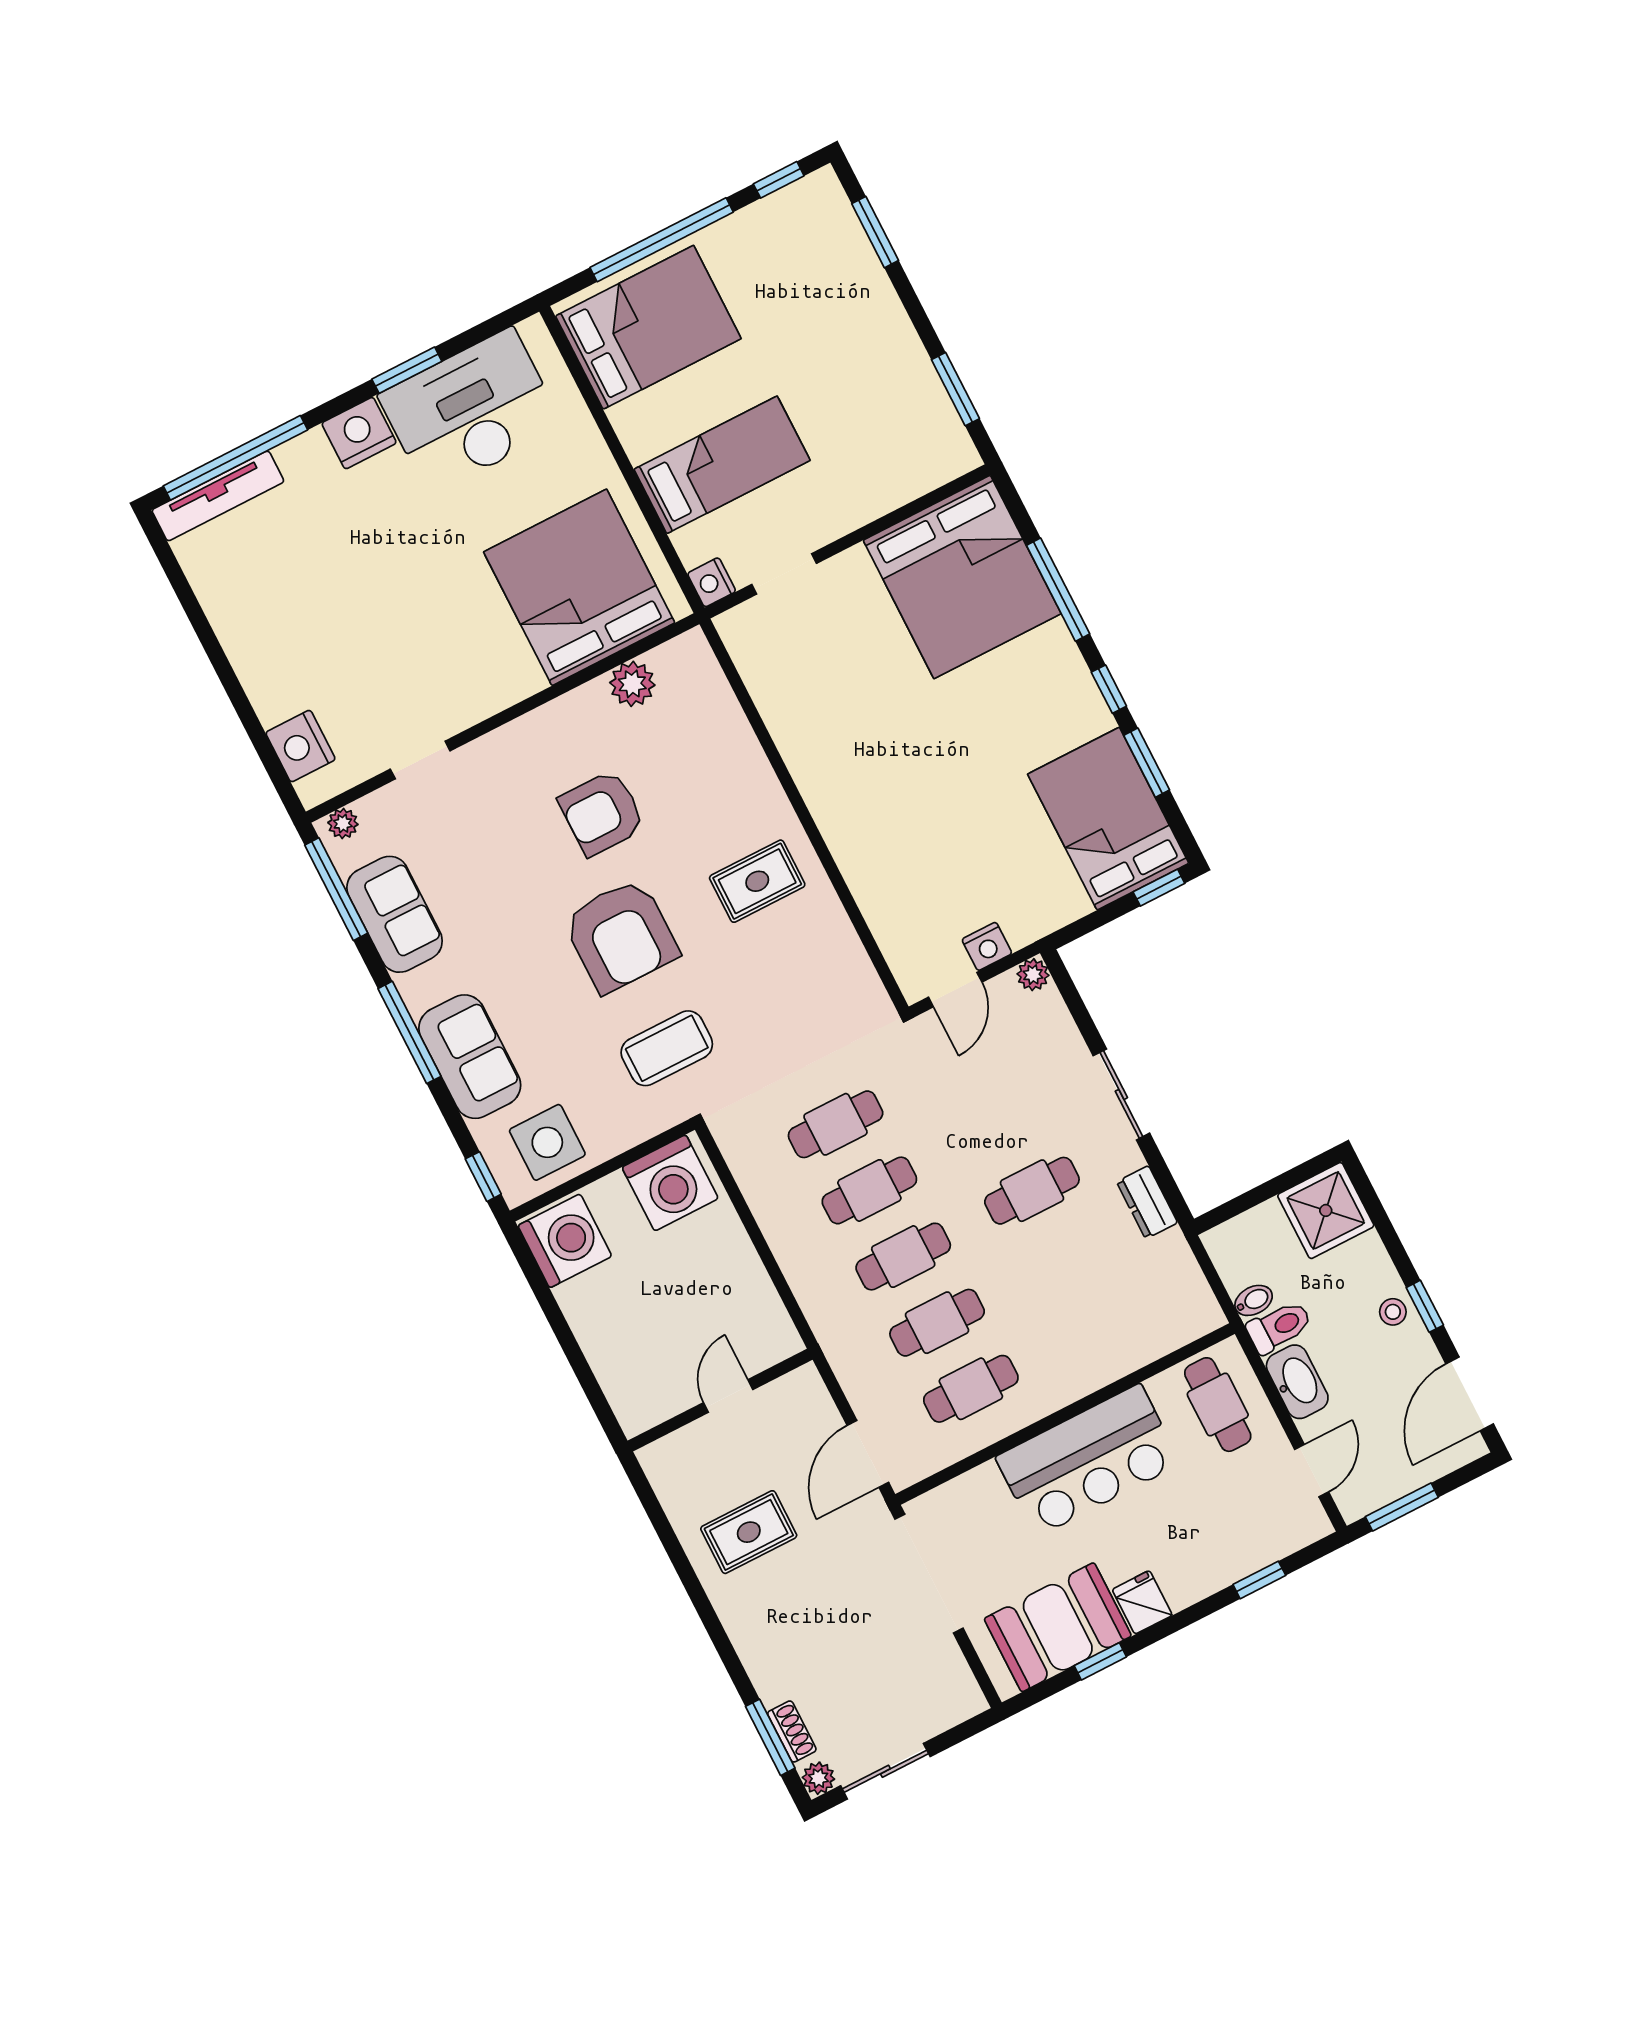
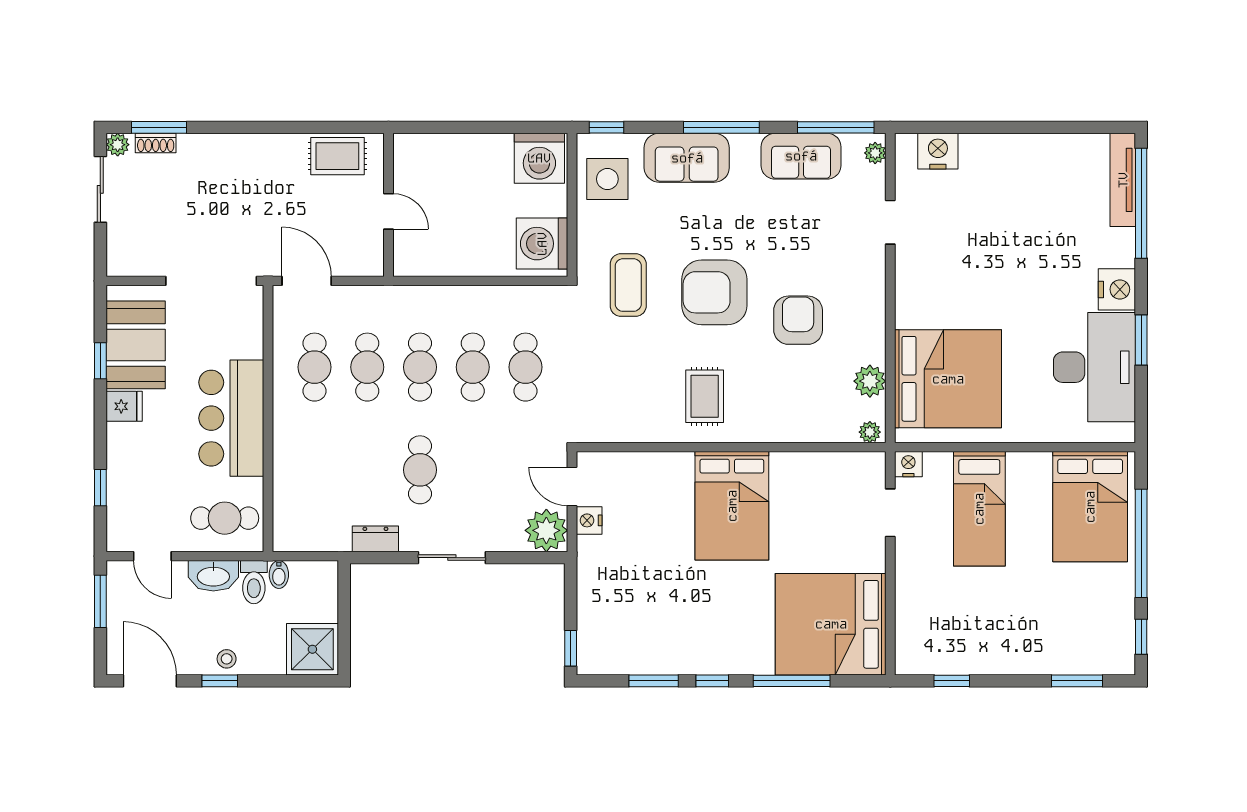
window: (955, 389) -> (952, 681), width x0.67
plant: (696, 651) -> (870, 432), added
bed: (1108, 819) -> (732, 506), moved, turned 90
plant: (1033, 975) -> (546, 530), width x1.88, depth x1.88
rug: (749, 1532) -> (337, 156), moved, turned 90

